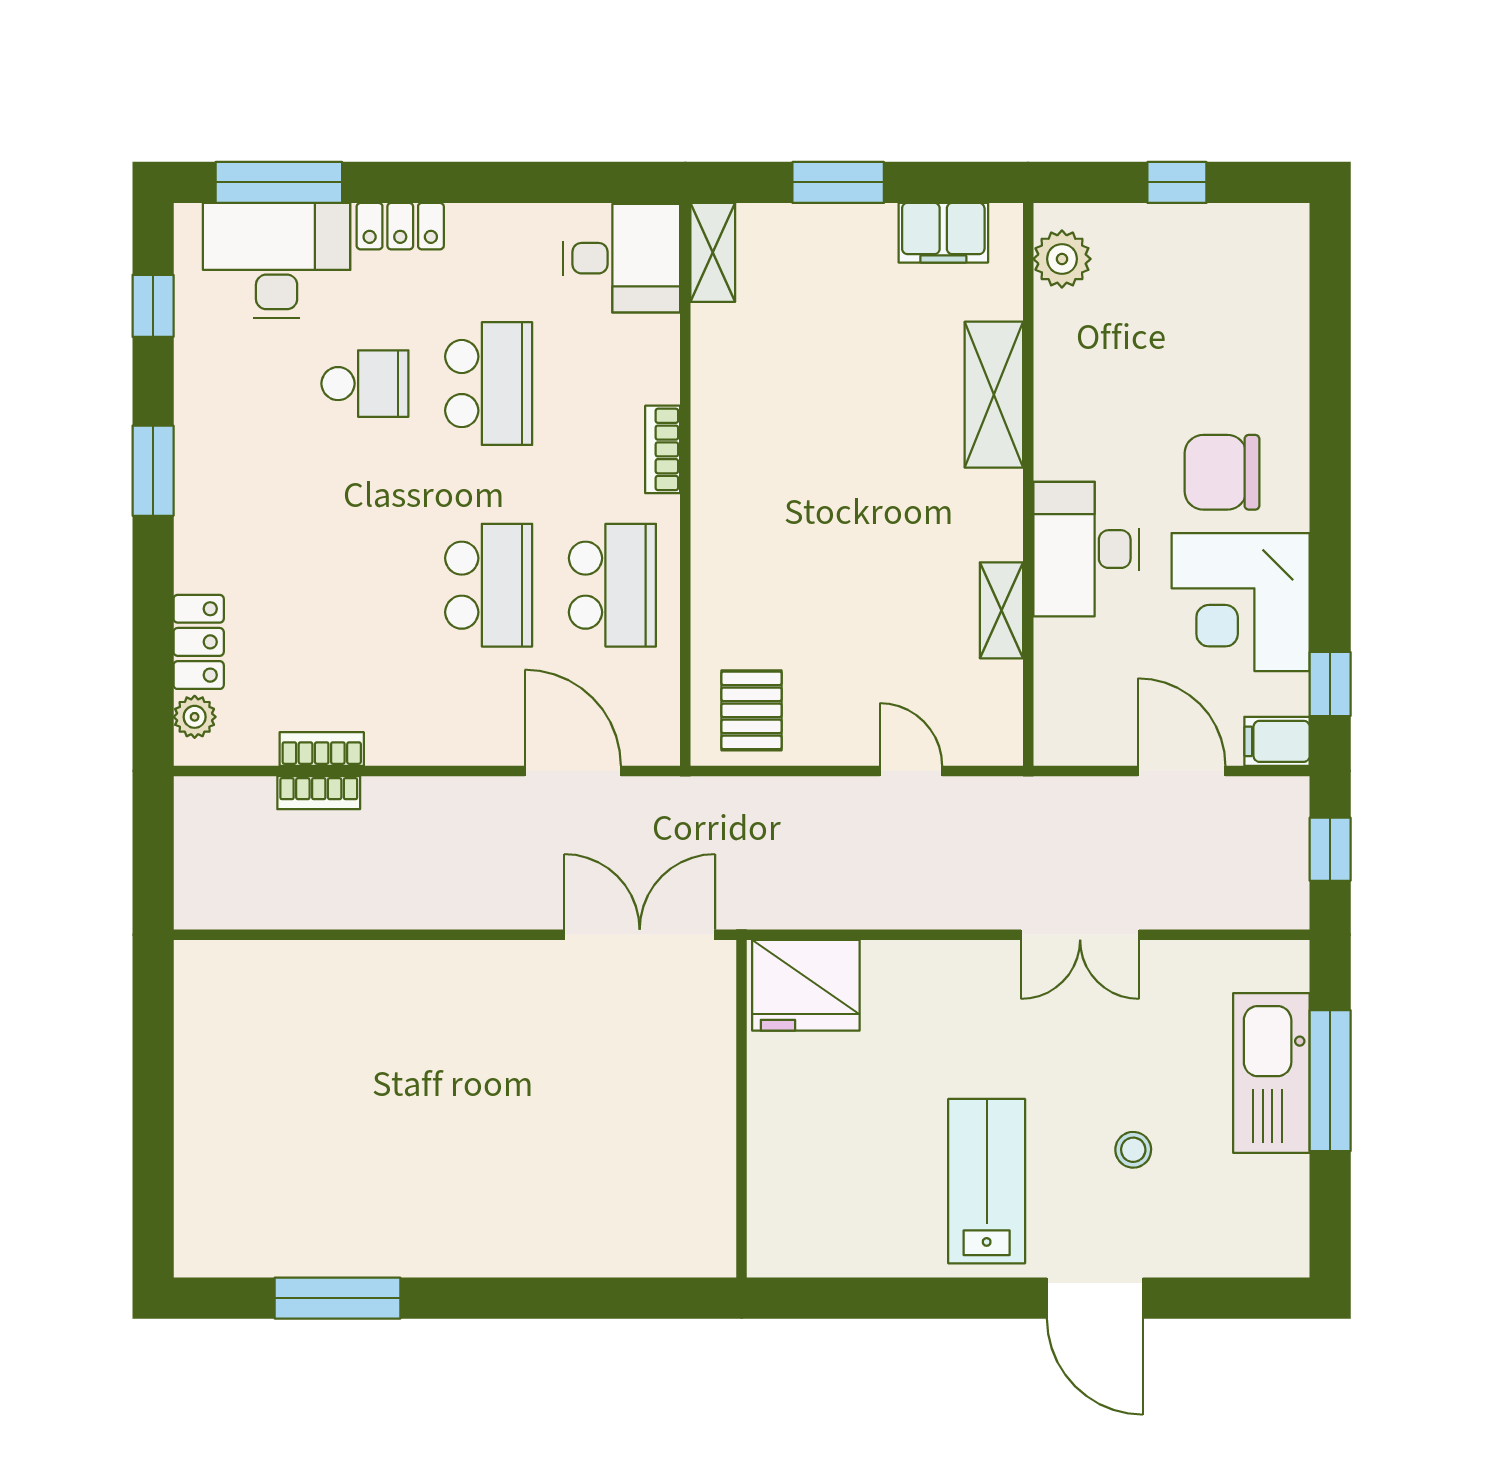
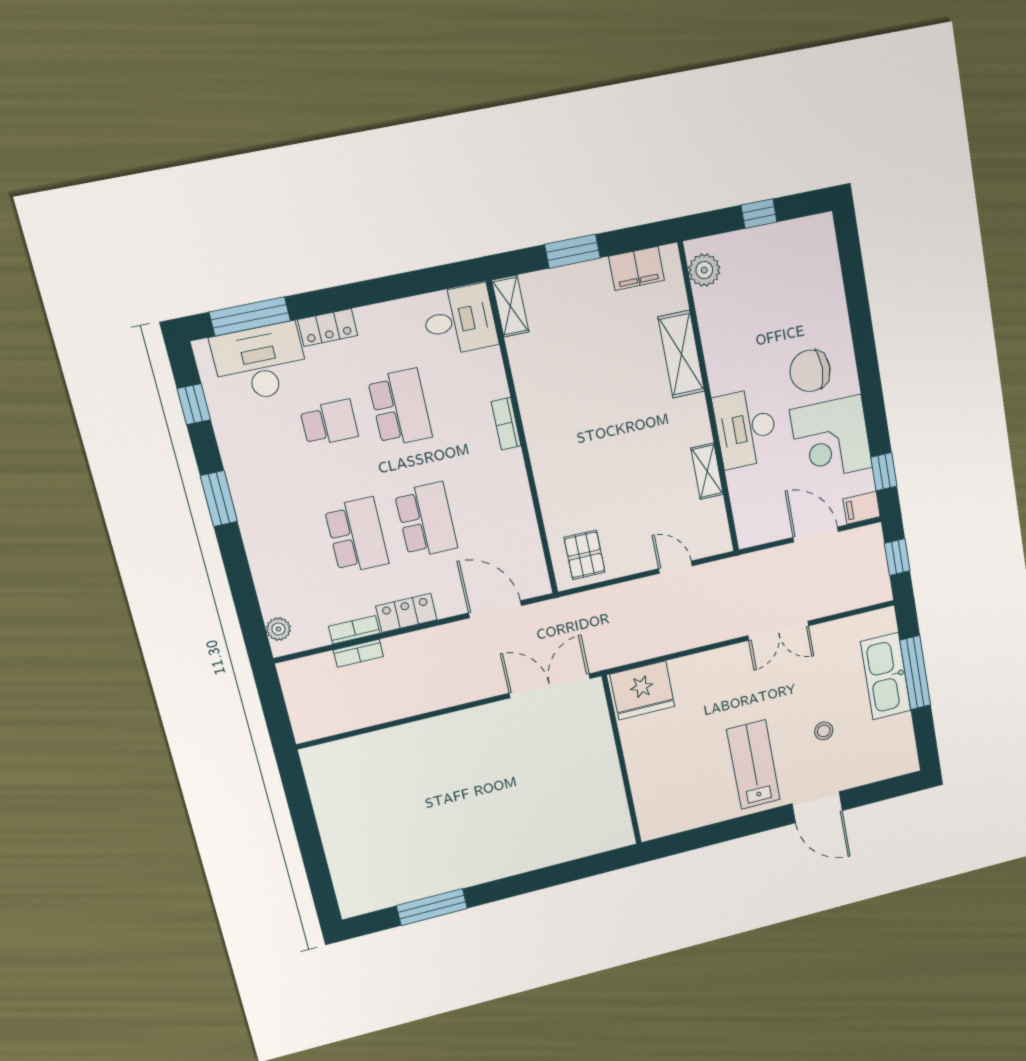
school desk: (612, 585) -> (357, 536), moved
locker: (199, 642) -> (406, 613), moved, turned -90

